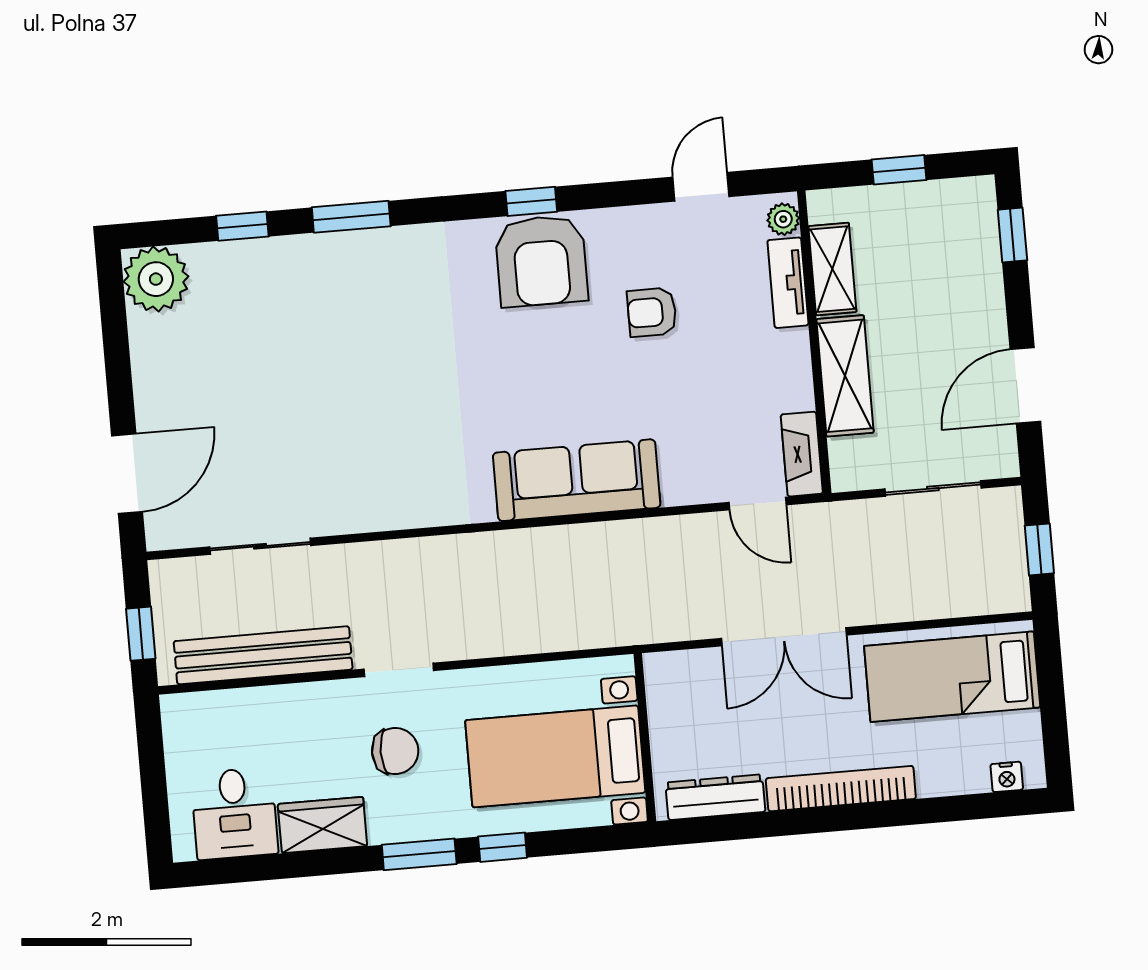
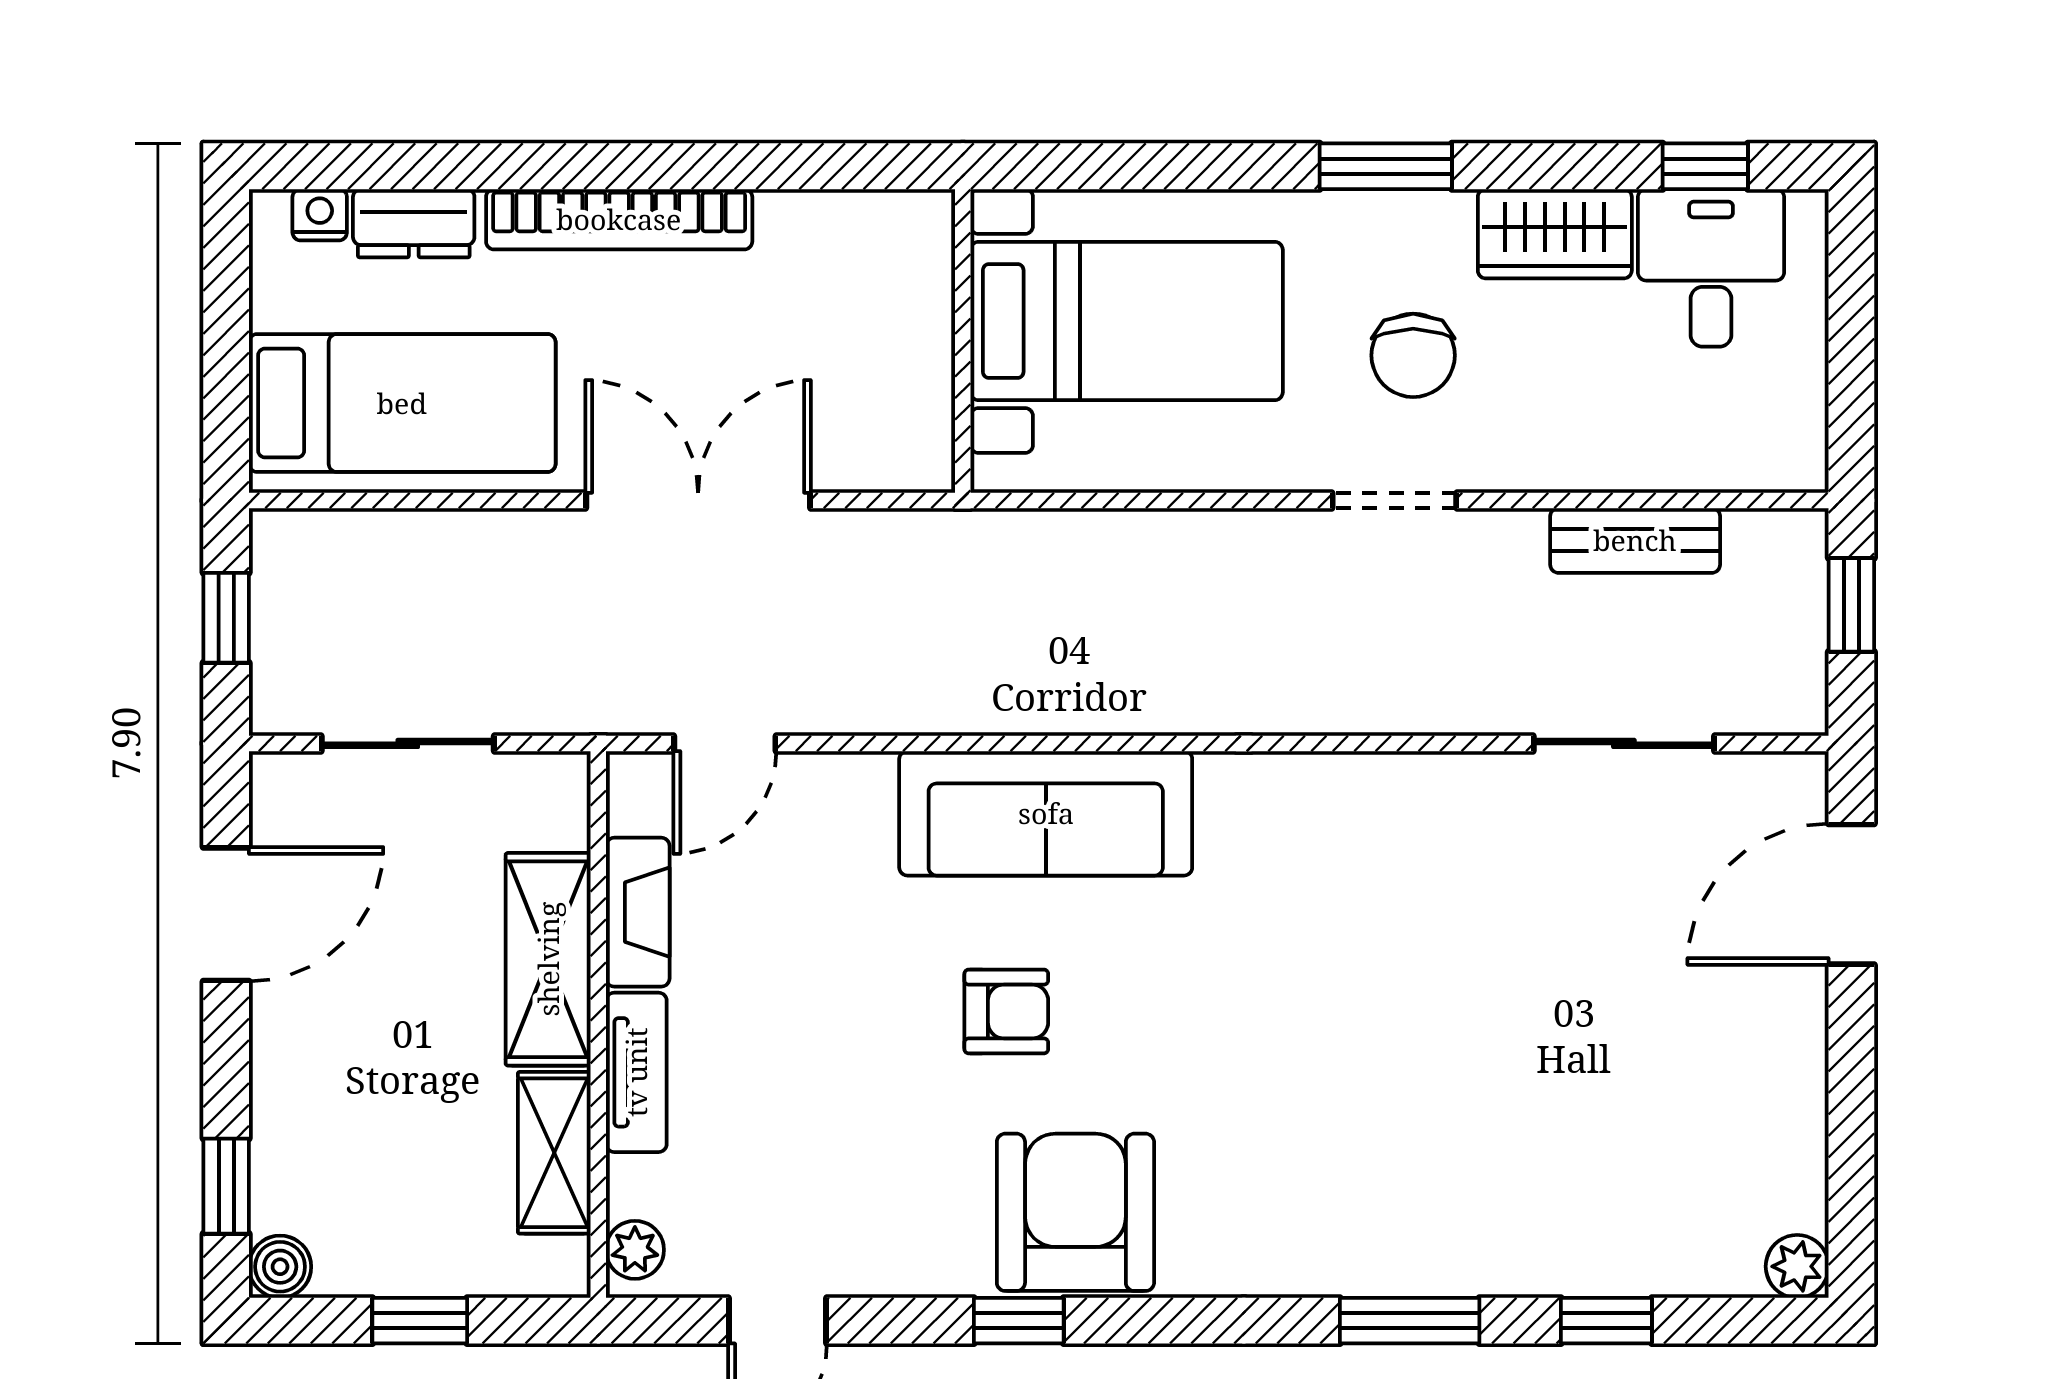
boiler: (979, 193) -> (280, 1267), added
window: (531, 201) -> (1019, 1321), moved
plant: (156, 279) -> (1797, 1266), width x0.53, depth x0.53
tv unit: (788, 283) -> (636, 1072), moved
armchair: (652, 312) -> (1006, 1011), moved
fireplace: (802, 454) -> (638, 912), moved
door: (757, 504) -> (725, 743), swing flipped
bench: (263, 655) -> (1635, 540), width x0.54, depth x0.82
chair: (395, 751) -> (1413, 355), turned -90
dresser: (715, 797) -> (414, 223), moved, width x0.70
window: (503, 847) -> (1705, 166), moved

